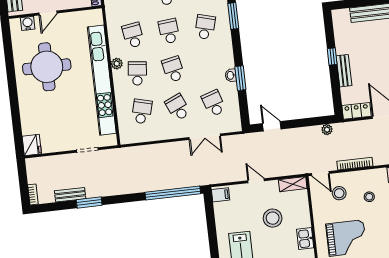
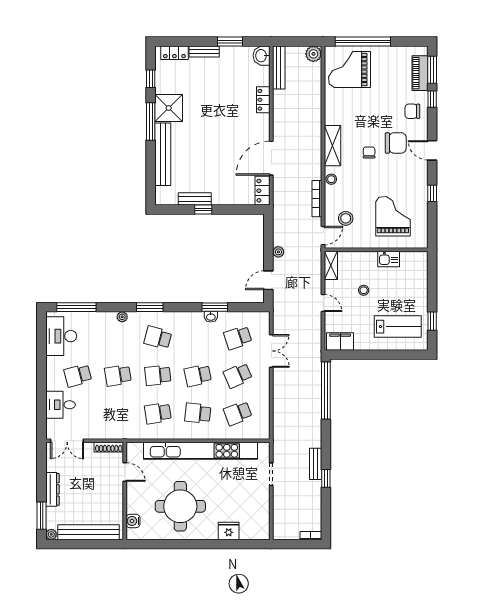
door: (48, 13) -> (125, 472), moved
plant: (117, 64) -> (185, 433), removed
bench: (344, 71) -> (195, 199), moved
school desk: (142, 111) -> (238, 413), turned -36
plant: (327, 130) -> (278, 252), moved
fridge: (32, 145) -> (229, 531), moved
door: (256, 181) -> (323, 303), swing flipped
bench: (70, 195) -> (316, 464), moved
filing cabinet: (221, 195) -> (340, 341), width x2.00
stool: (369, 197) -> (331, 179), moved
window: (89, 203) -> (326, 478), width x0.67
stool: (273, 218) -> (364, 290), width x0.53, depth x0.53

